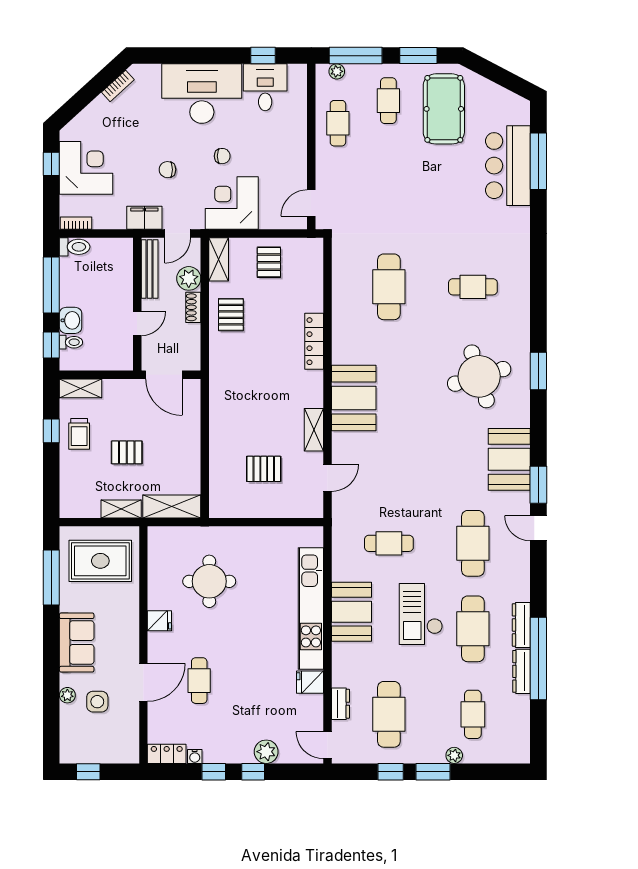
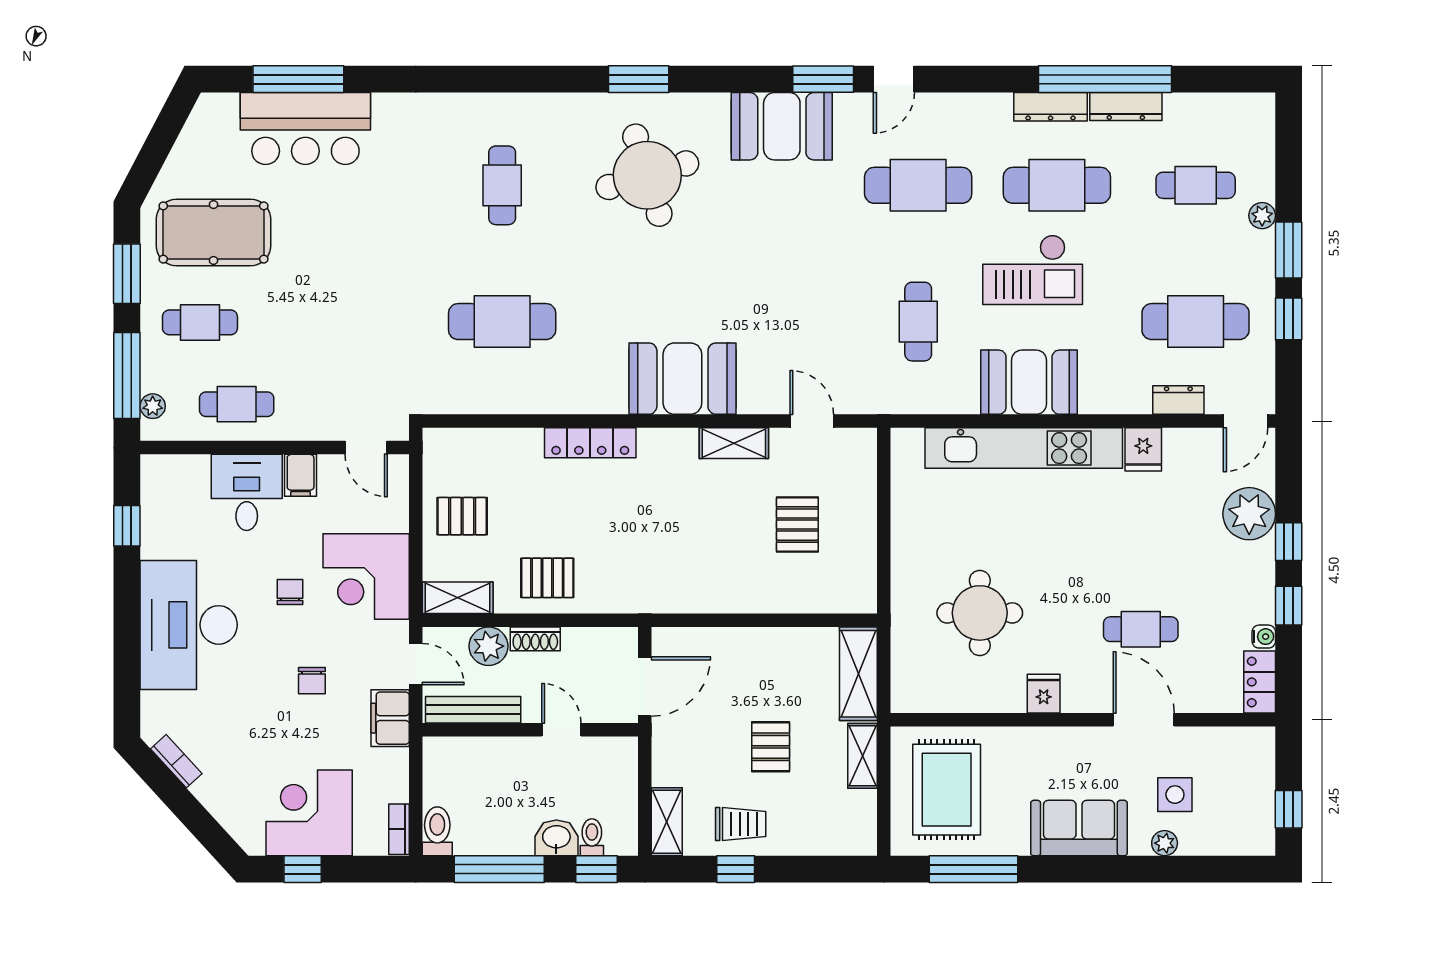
desk: (265, 87) -> (247, 492), moved, turned 90
filing cabinet: (294, 163) -> (301, 475), added
plant: (266, 752) -> (1249, 514), width x1.36, depth x1.36

